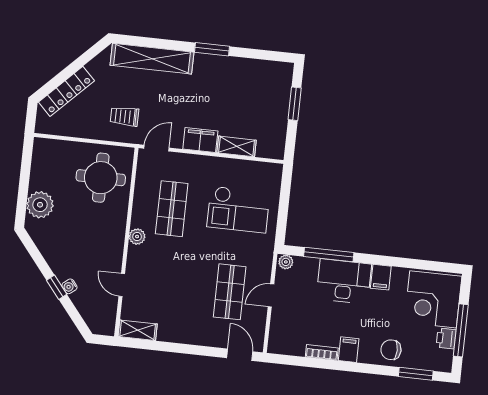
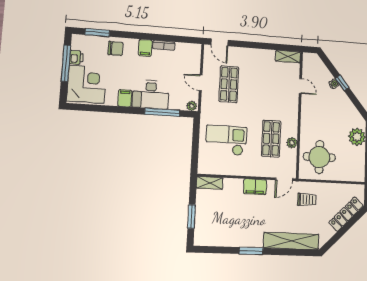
shelving: (237, 146) -> (210, 183), moved
plant: (137, 237) -> (292, 143), moved
door: (271, 295) -> (201, 83), swing flipped

